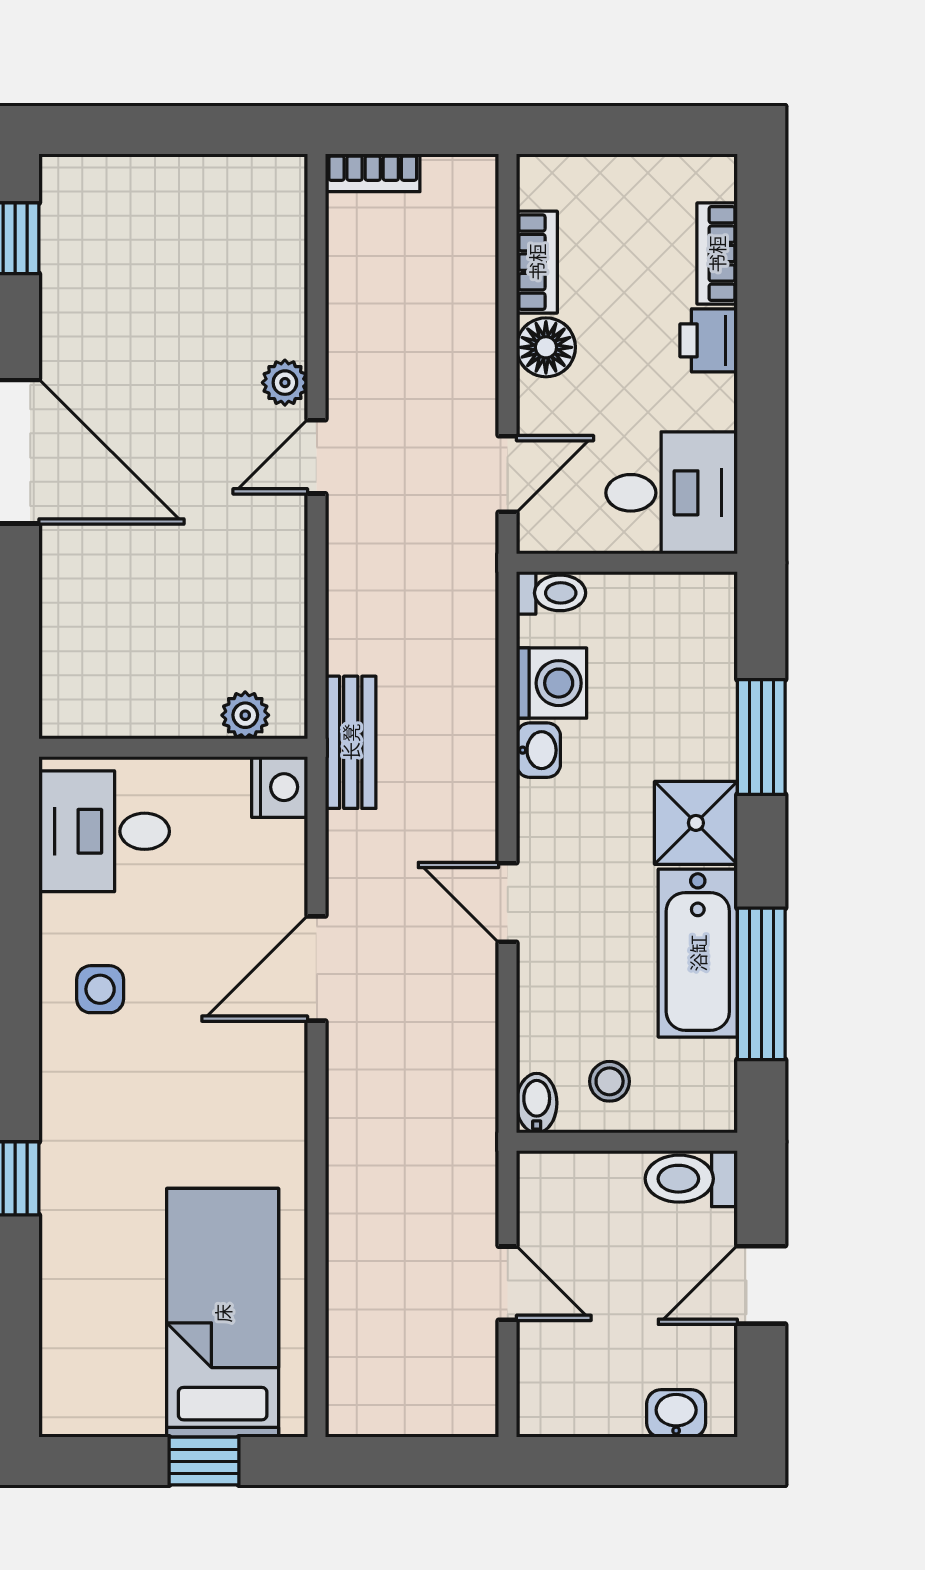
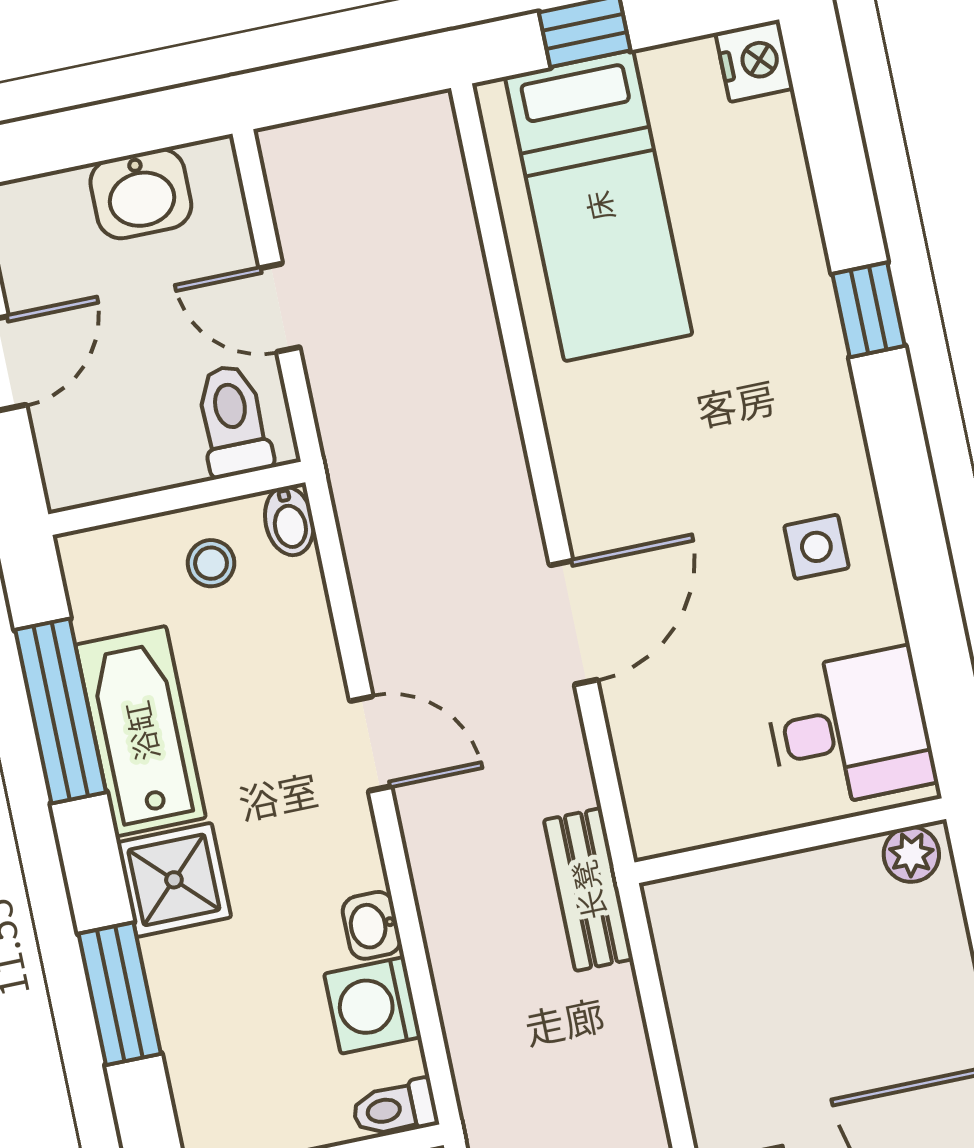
plant: (245, 715) -> (911, 854), moved
nightstand: (280, 787) -> (755, 61), moved, turned 180
toilet: (691, 1179) -> (233, 421), moved, turned -90
washbasin: (676, 1413) -> (141, 194), moved, width x1.38, depth x1.45

